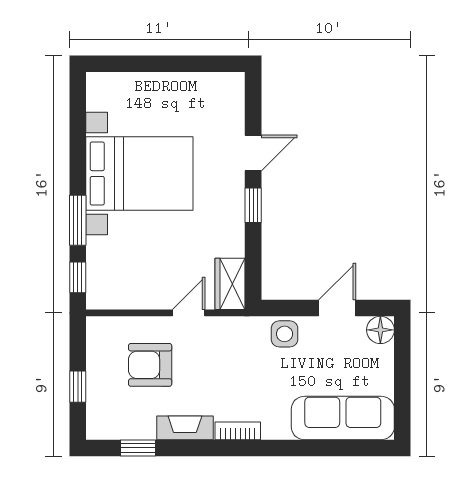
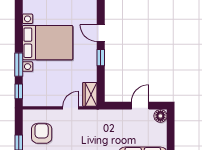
door: (253, 153) -> (101, 33), swing flipped
side table: (285, 334) -> (116, 118), removed
armchair: (150, 365) -> (42, 133), moved, turned 90

